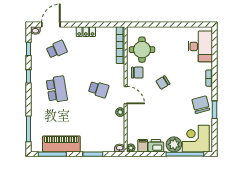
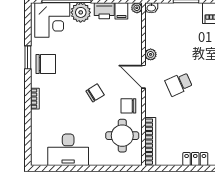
desk: (200, 46) -> (68, 150), moved, turned -90
school desk: (99, 89) -> (179, 84), turned -42
chair: (201, 105) -> (46, 64), turned -75

